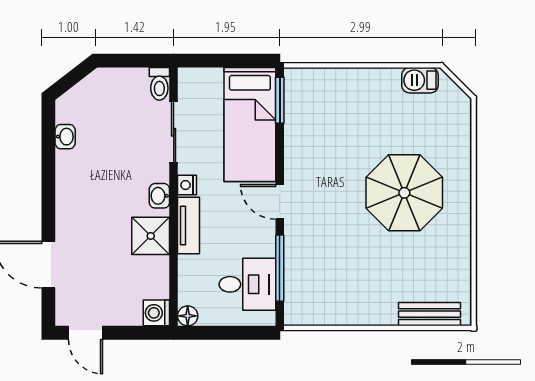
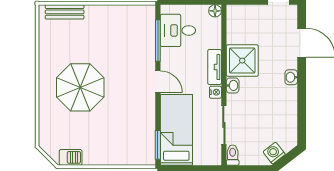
washbasin: (65, 137) -> (291, 77), moved
shower: (151, 236) -> (242, 61), width x1.36, depth x1.36
washing machine: (156, 313) -> (274, 153), moved, turned -128

